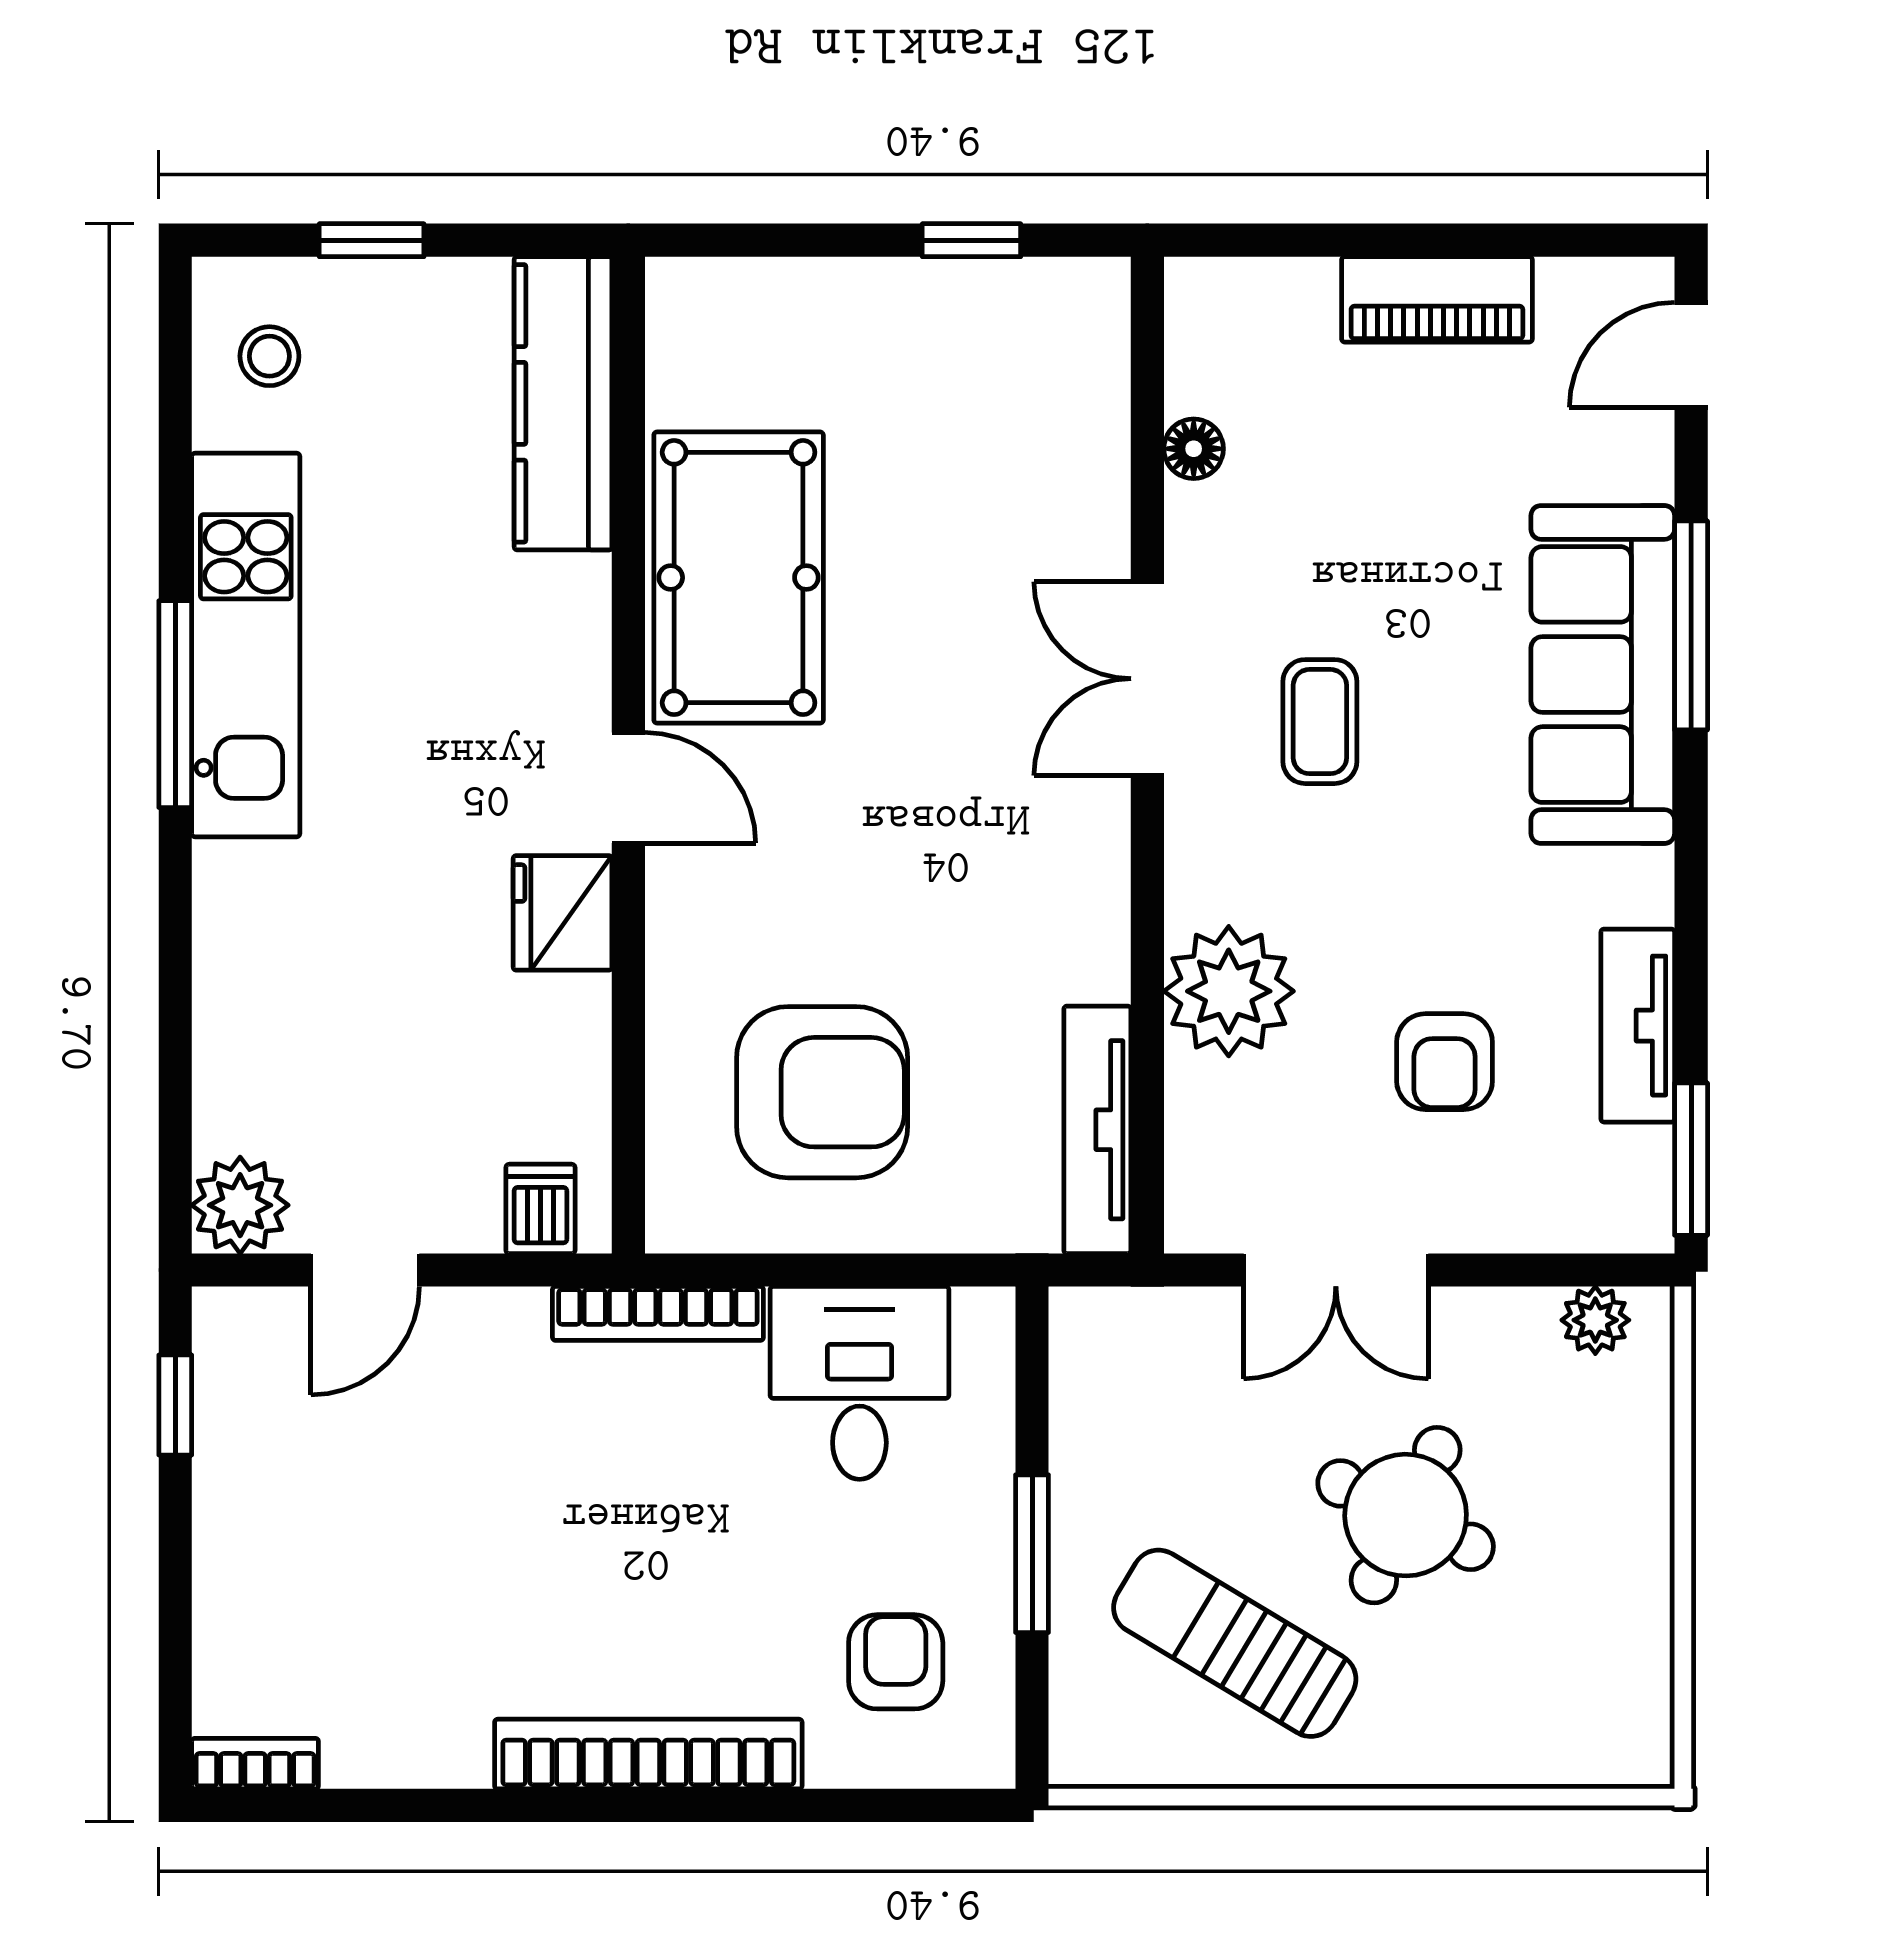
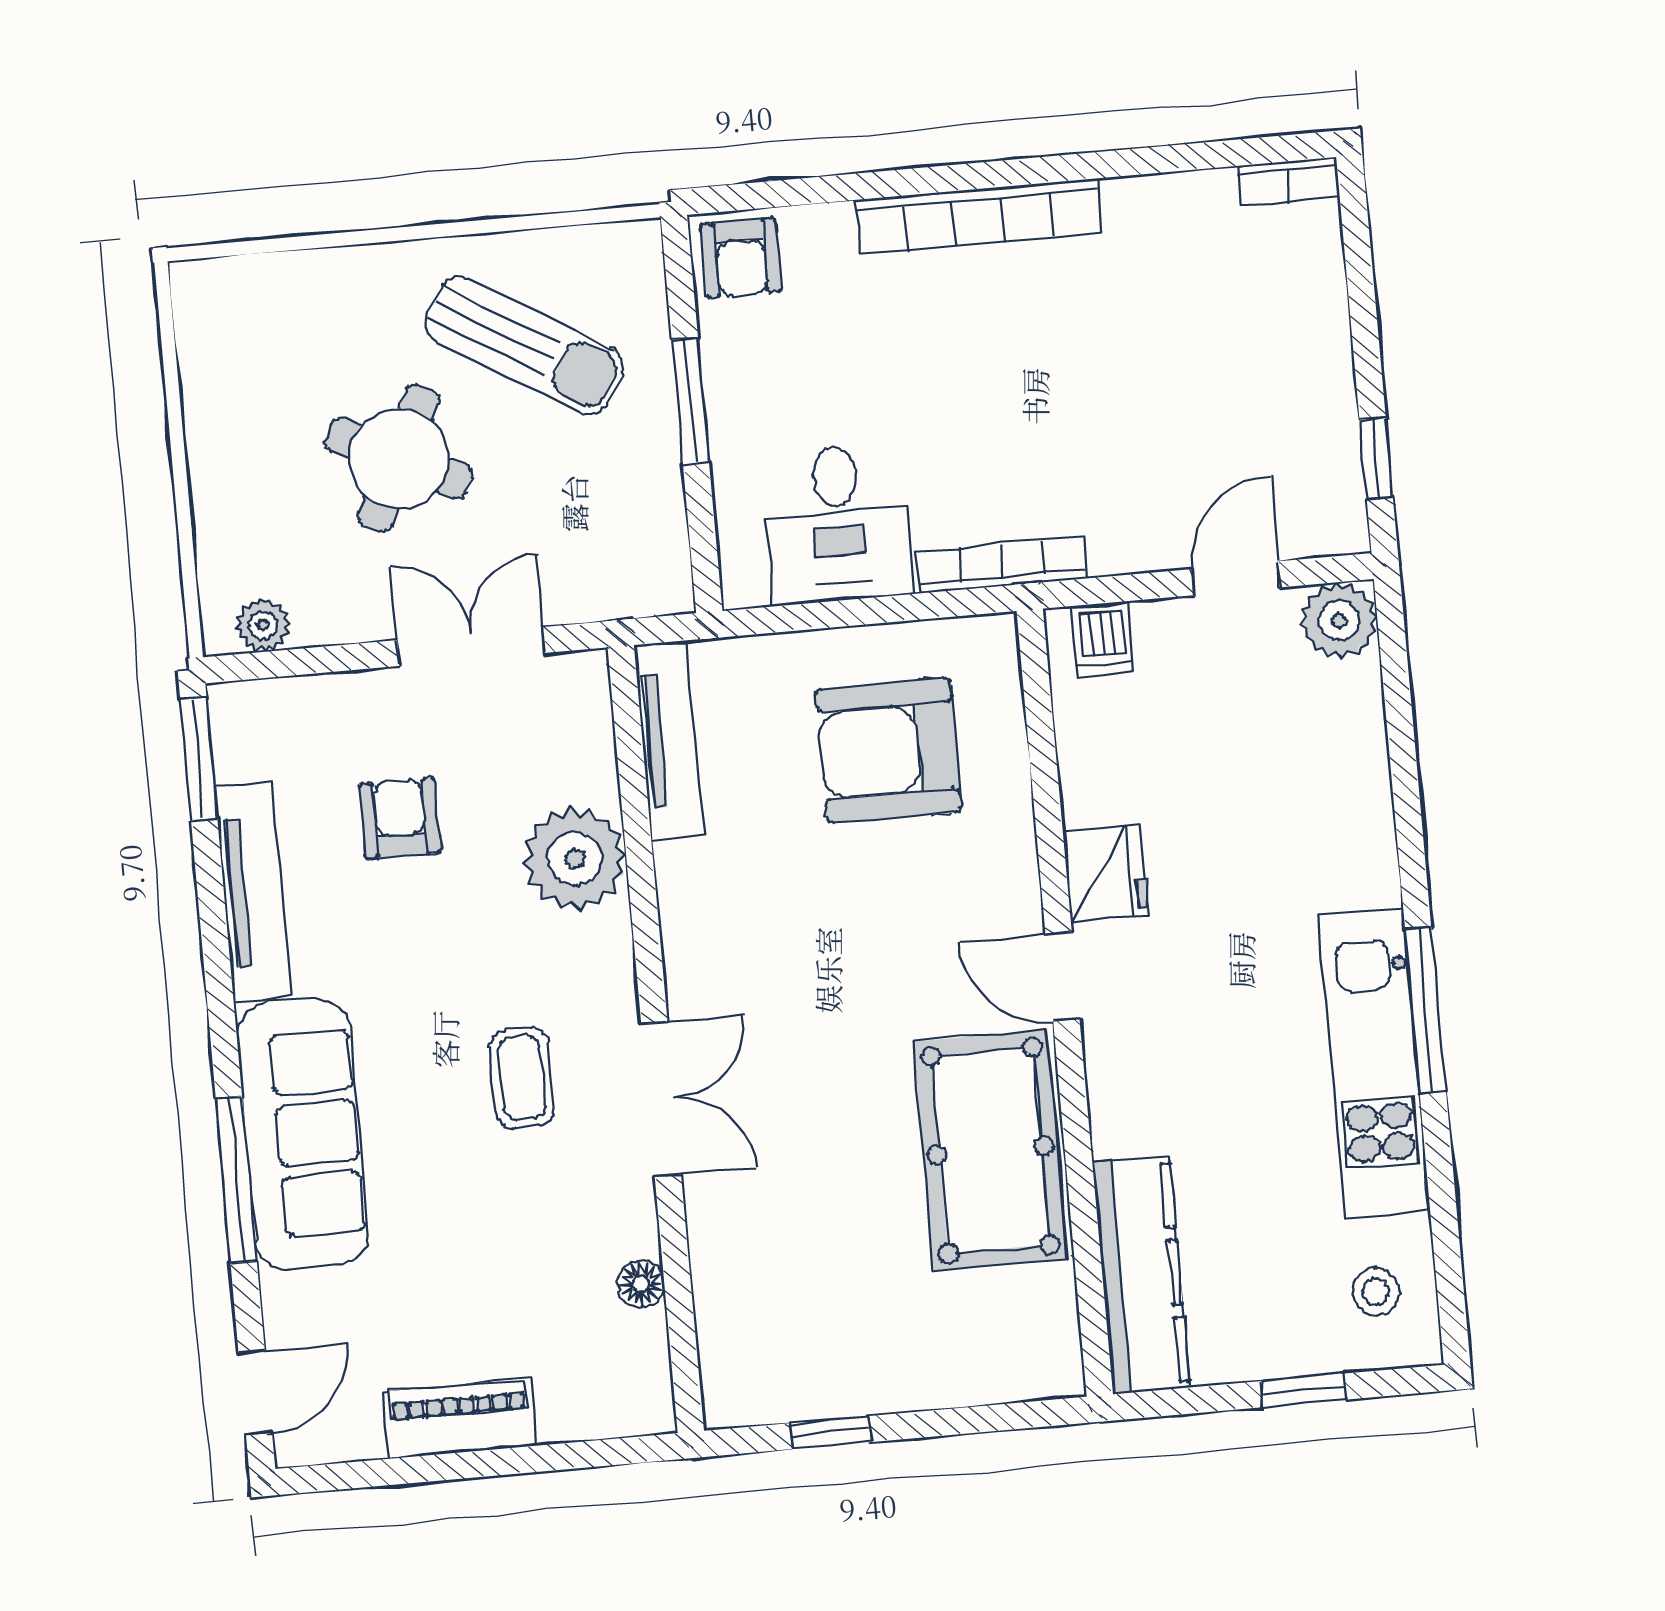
tv unit: (1638, 1026) -> (253, 892), width x1.41
armchair: (896, 1662) -> (741, 258), moved

